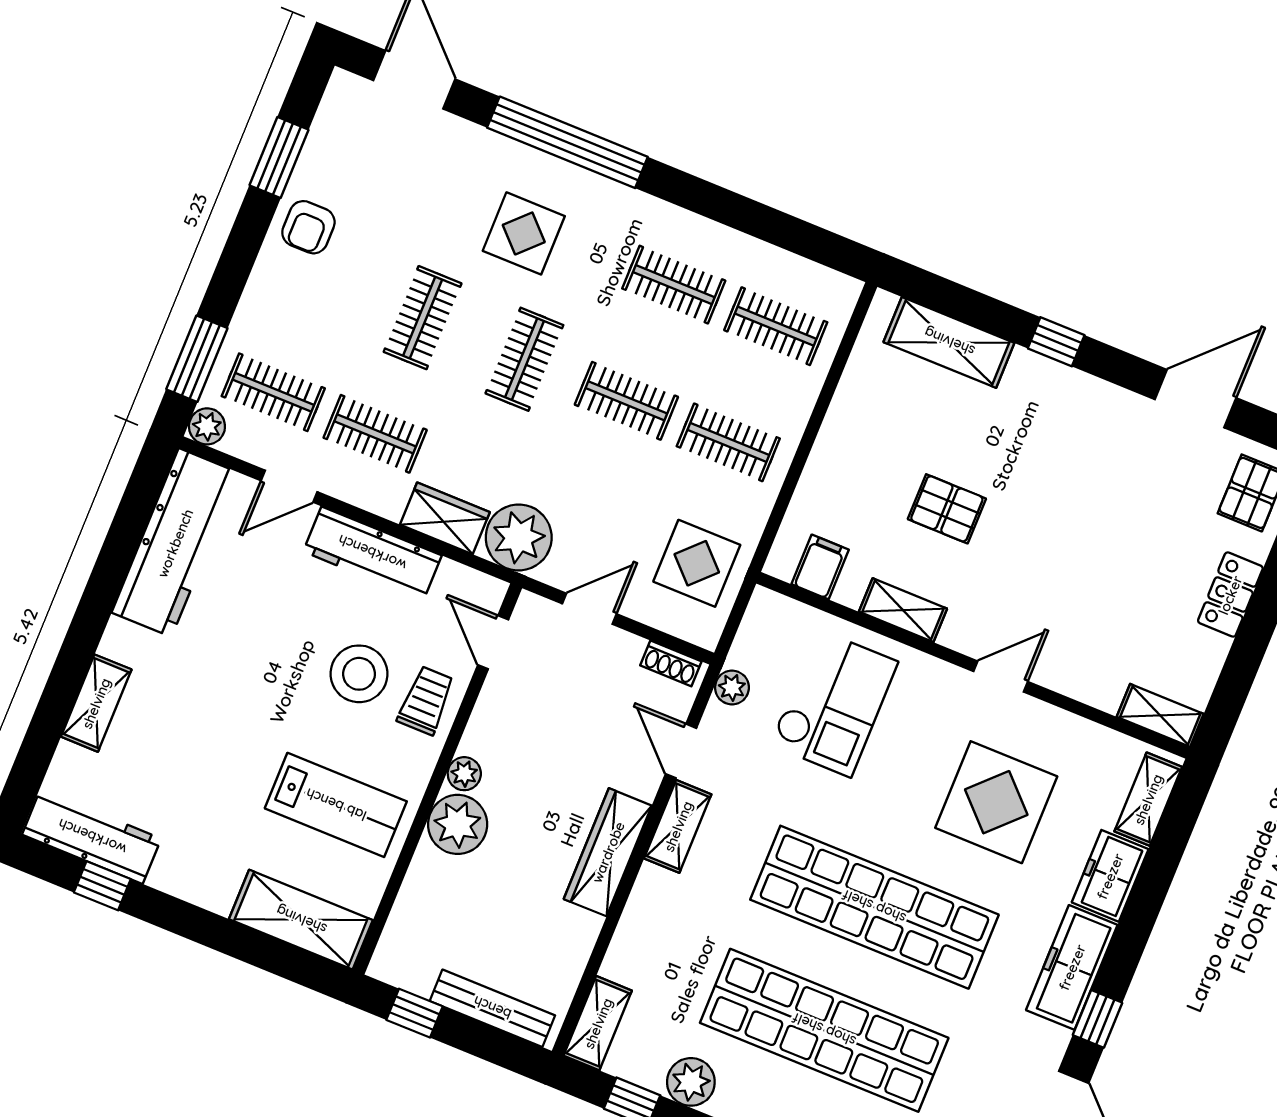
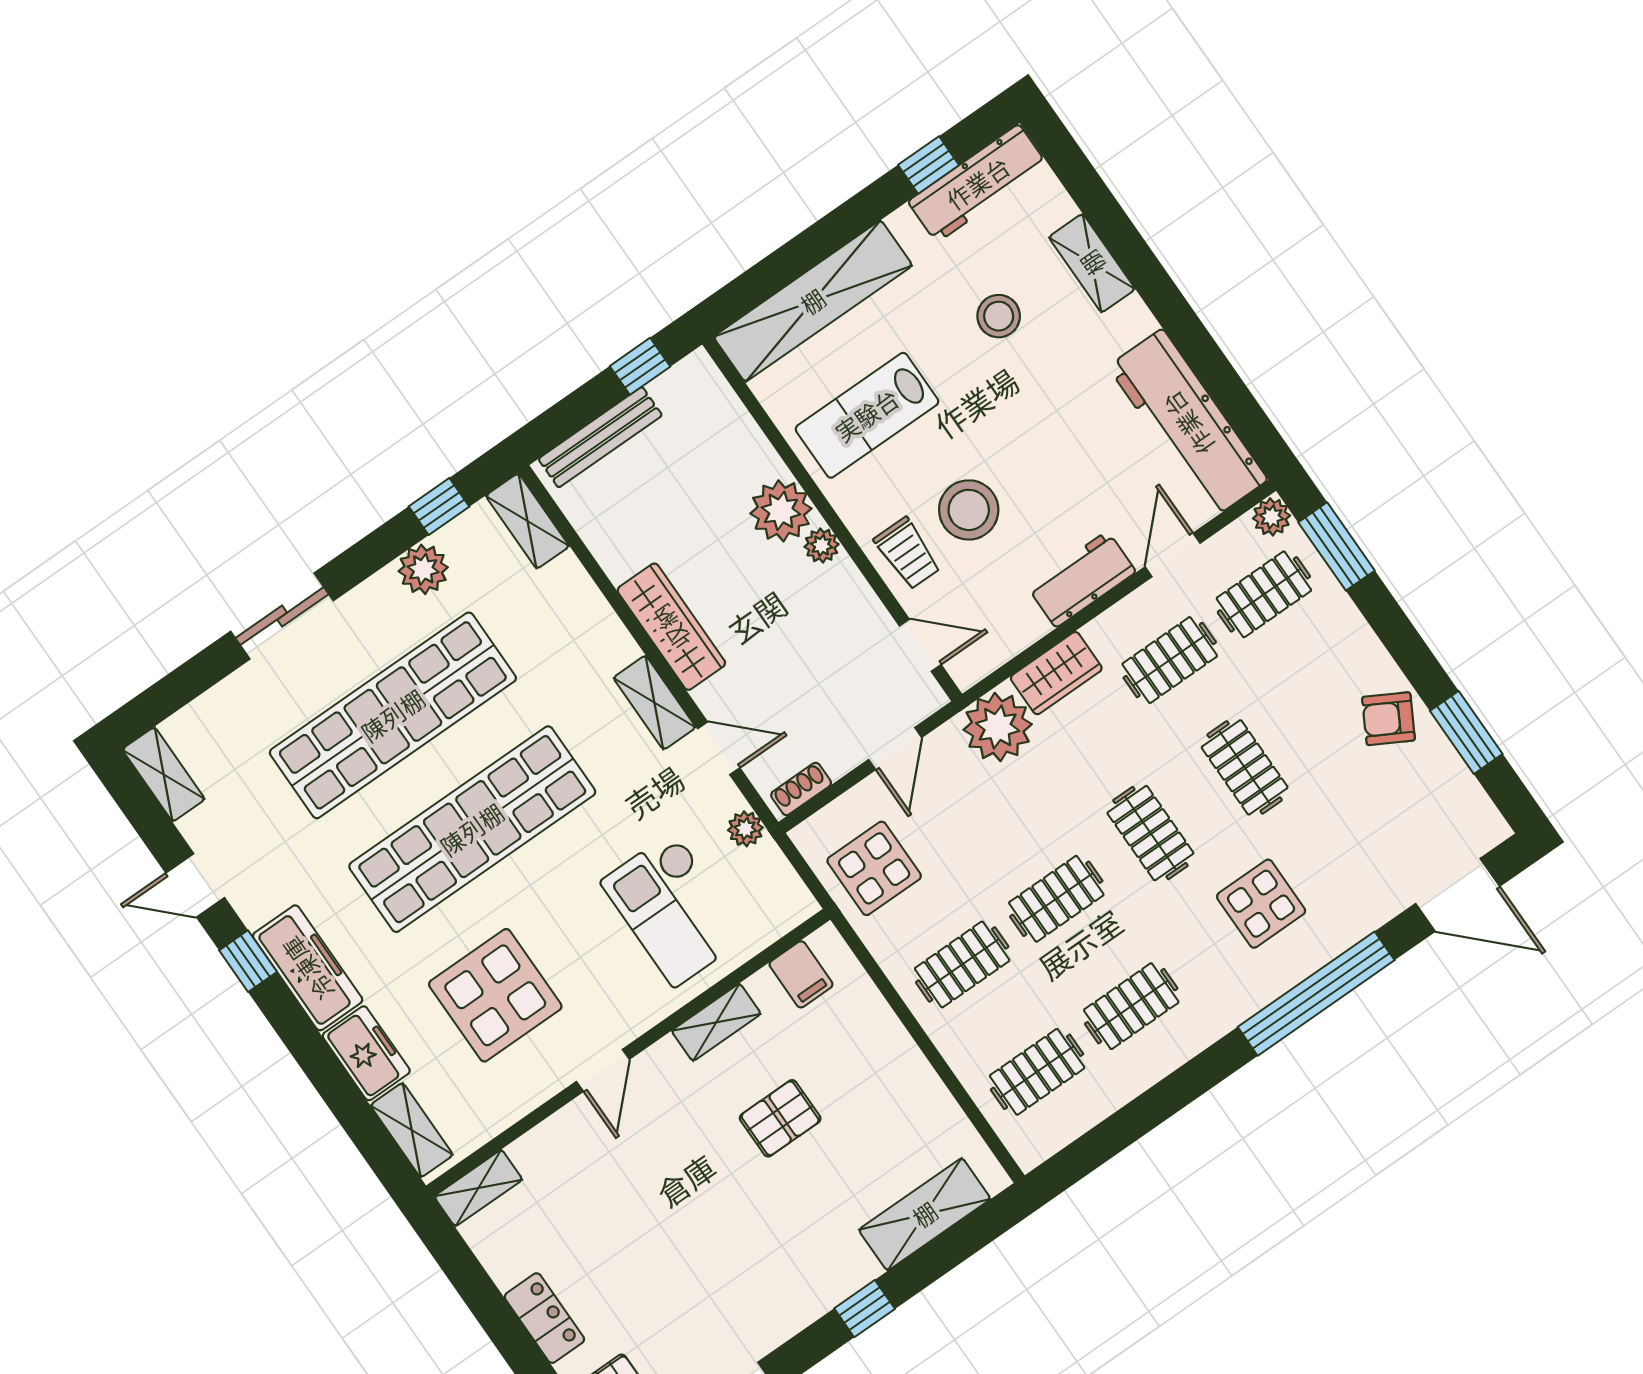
armchair: (308, 227) -> (1388, 719), turned -61
workbench: (372, 553) -> (1082, 579), width x0.73
stool: (187, 751) -> (999, 316), added
shelving: (301, 920) -> (813, 301), width x1.47

